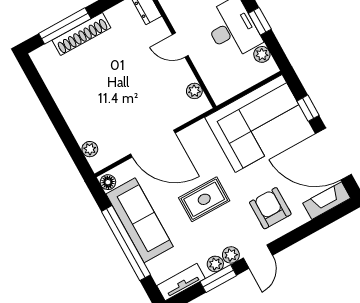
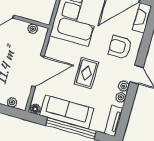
window: (218, 279) -> (129, 102), removed

